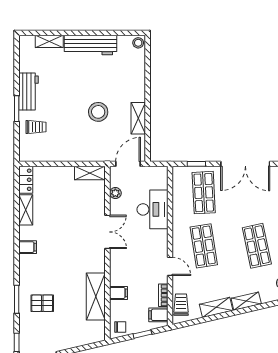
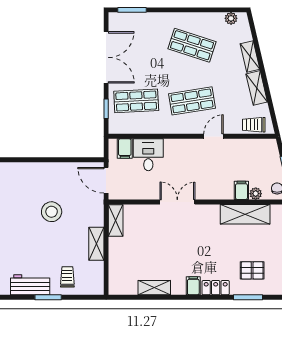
shelving: (138, 118) -> (96, 244), moved, turned 90
locker: (26, 180) -> (216, 288), moved
plant: (115, 193) -> (256, 194), moved
desk: (152, 209) -> (148, 155), width x0.73
shop shelf: (257, 246) -> (192, 45), turned 30
bookcase: (163, 295) -> (244, 143), removed
pallet: (42, 303) -> (252, 270), turned 90
filing cabinet: (158, 315) -> (125, 149), moved

